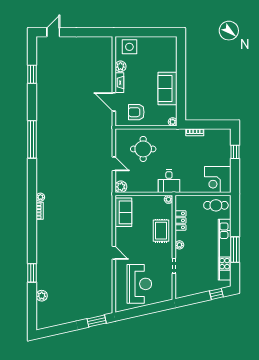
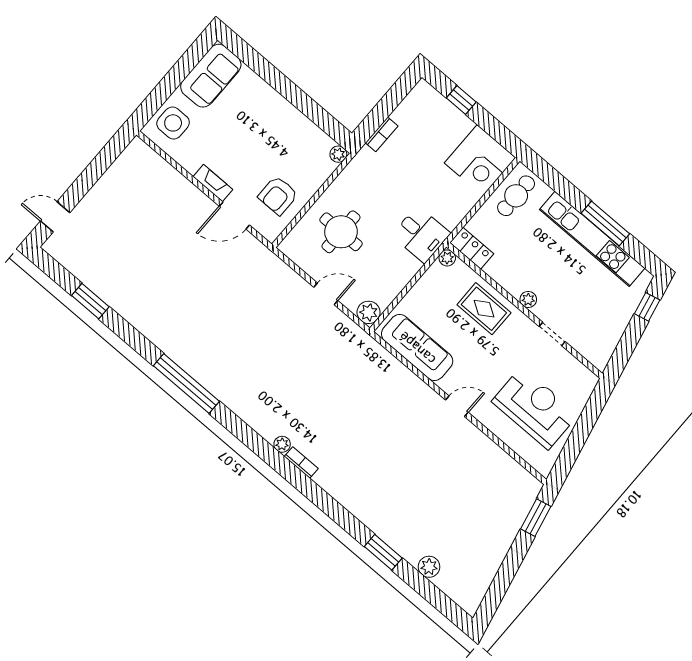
door: (53, 32) -> (55, 217), hinge flipped
plant: (120, 66) -> (191, 161), removed
sofa: (167, 89) -> (211, 76), moved, turned -90
sofa: (123, 212) -> (417, 348), width x1.36
locker: (181, 220) -> (472, 248), moved

